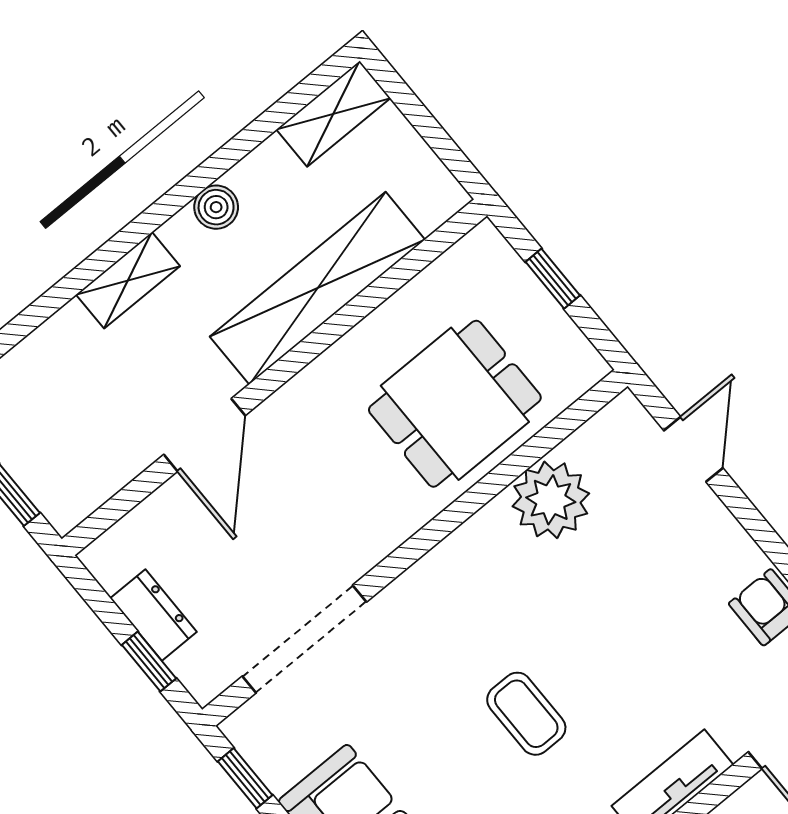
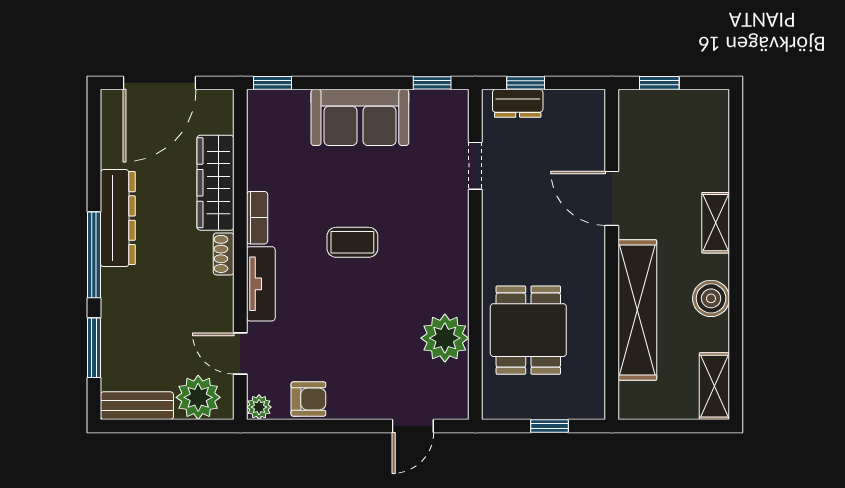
boiler: (216, 207) -> (711, 298), width x1.36, depth x1.36
door: (693, 449) -> (413, 426), hinge flipped
dresser: (154, 615) -> (518, 103), moved
doorway: (304, 639) -> (475, 166), width x0.53

